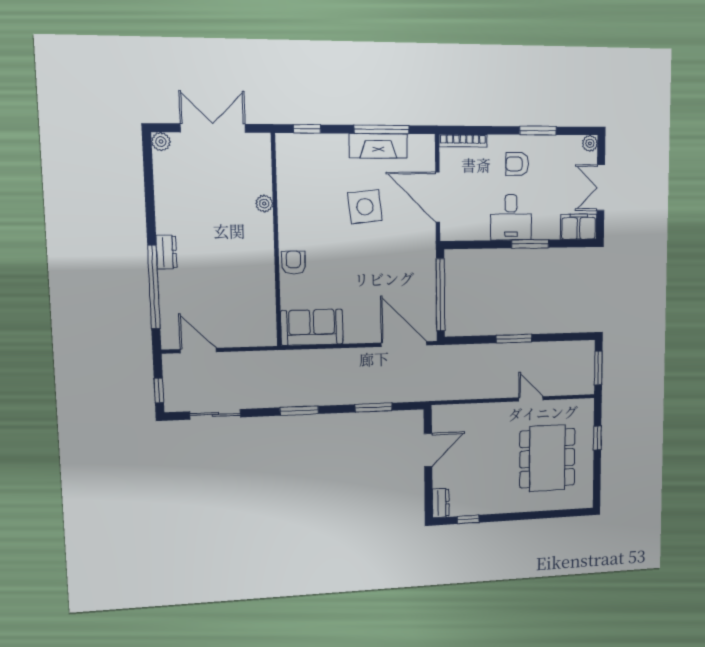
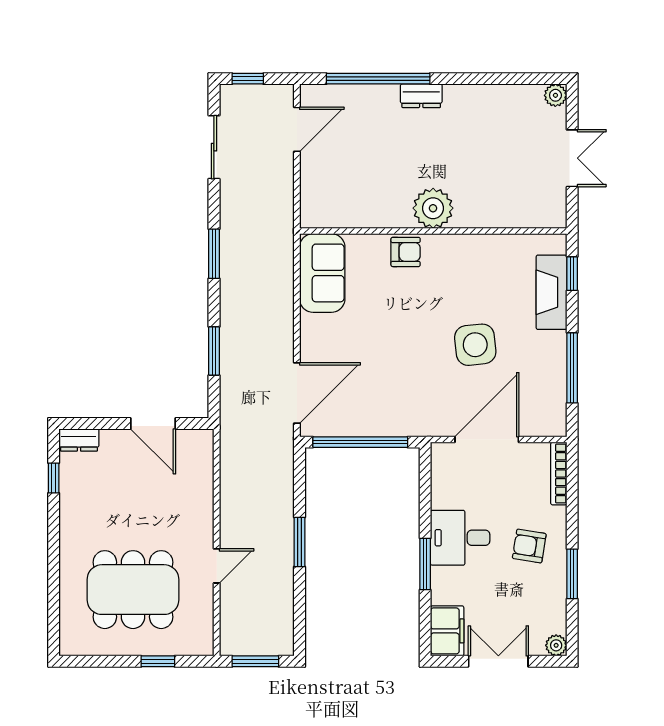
double door: (213, 128) -> (572, 158), width x0.73
fireplace: (378, 146) -> (551, 292), moved
armchair: (517, 164) -> (529, 546), turned -81
plant: (264, 204) -> (433, 208), moved, width x1.88, depth x1.88

